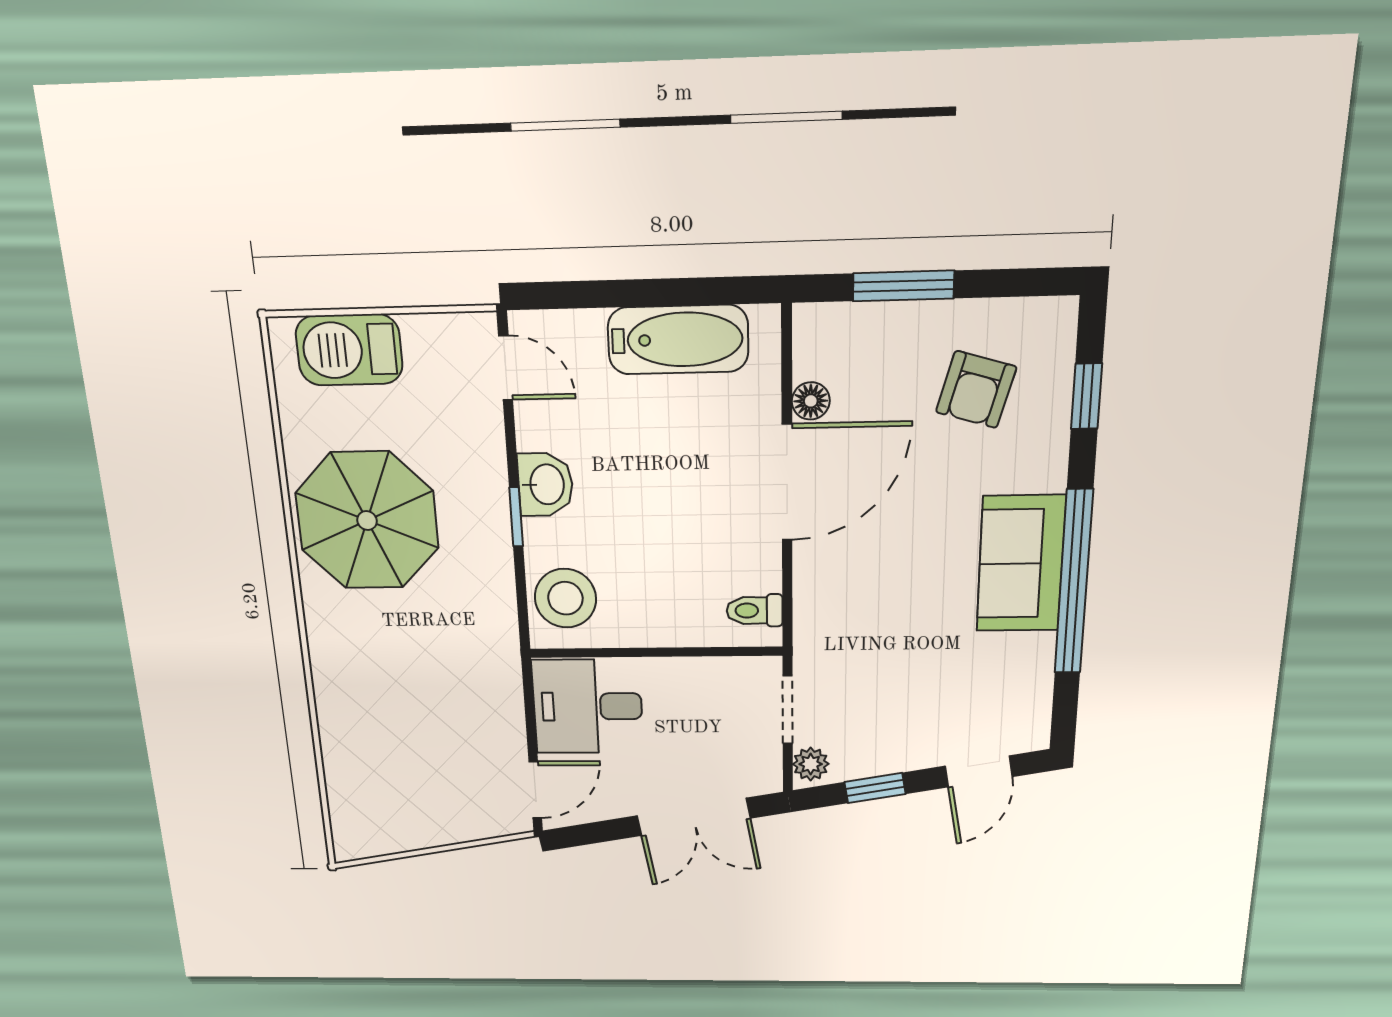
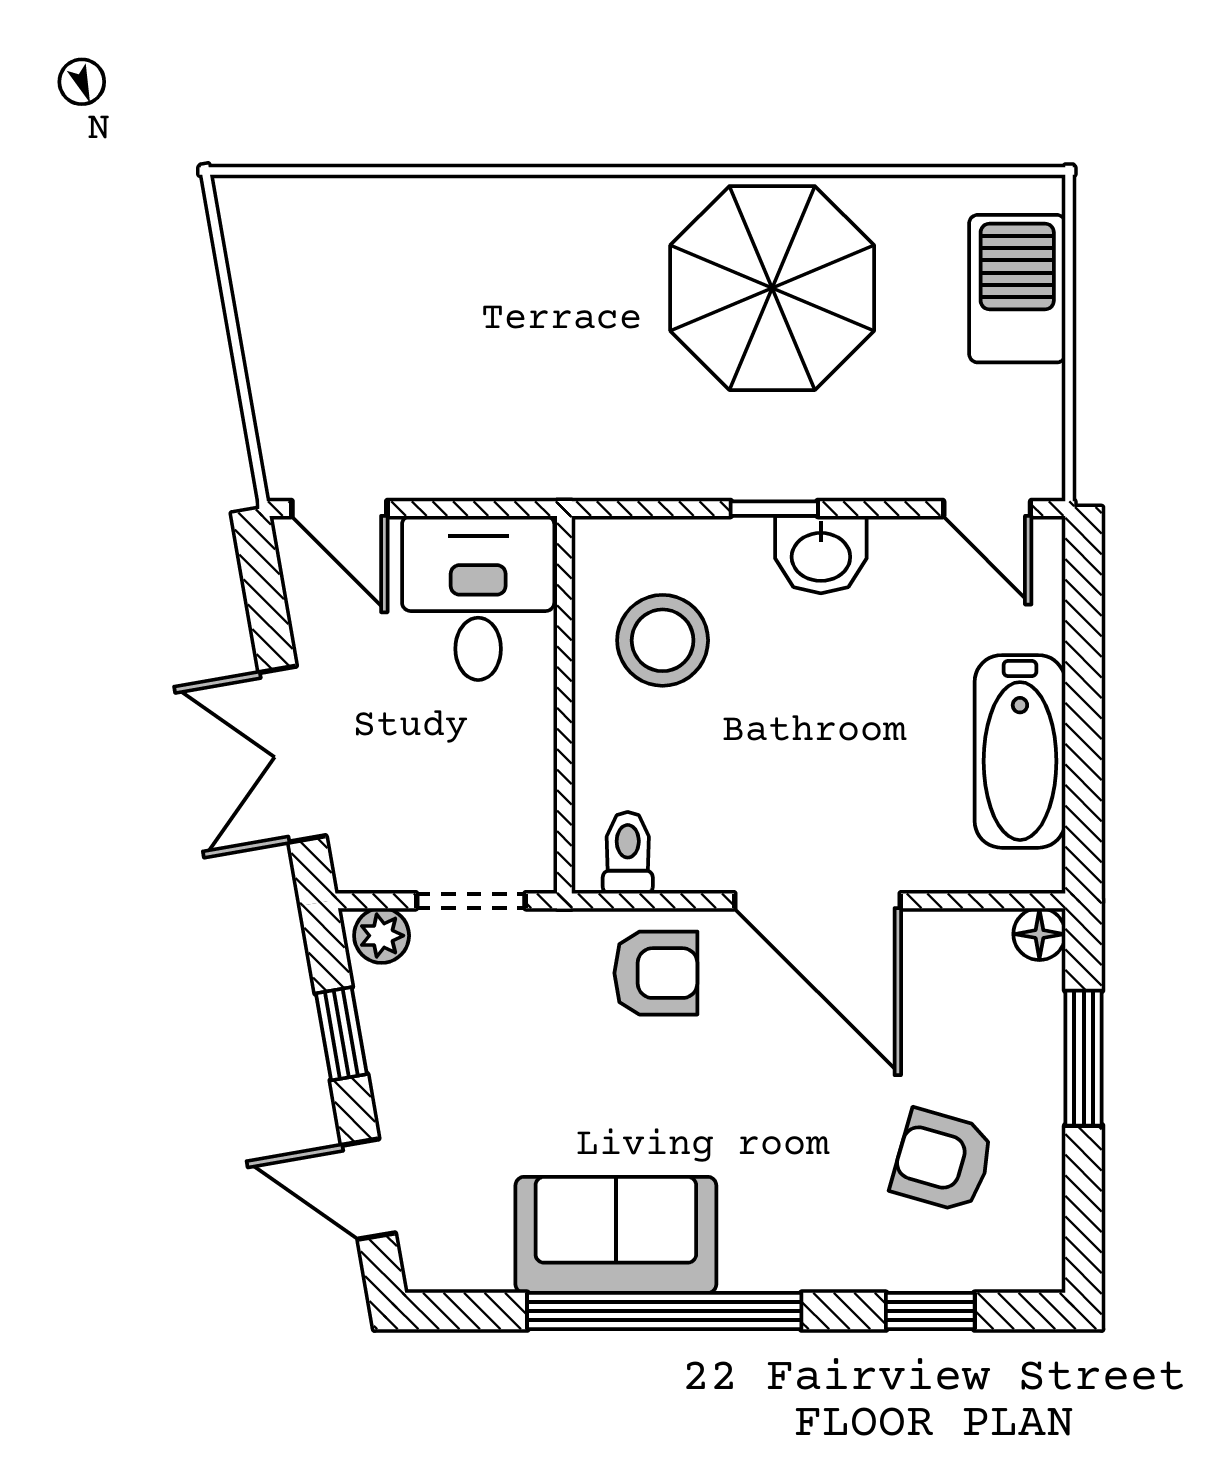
door: (506, 368) -> (987, 509), hinge flipped
floor lamp: (811, 401) -> (1039, 934), moved
sofa: (1021, 564) -> (616, 1235), moved
armchair: (837, 591) -> (656, 973), added
stool: (565, 598) -> (663, 640), moved

